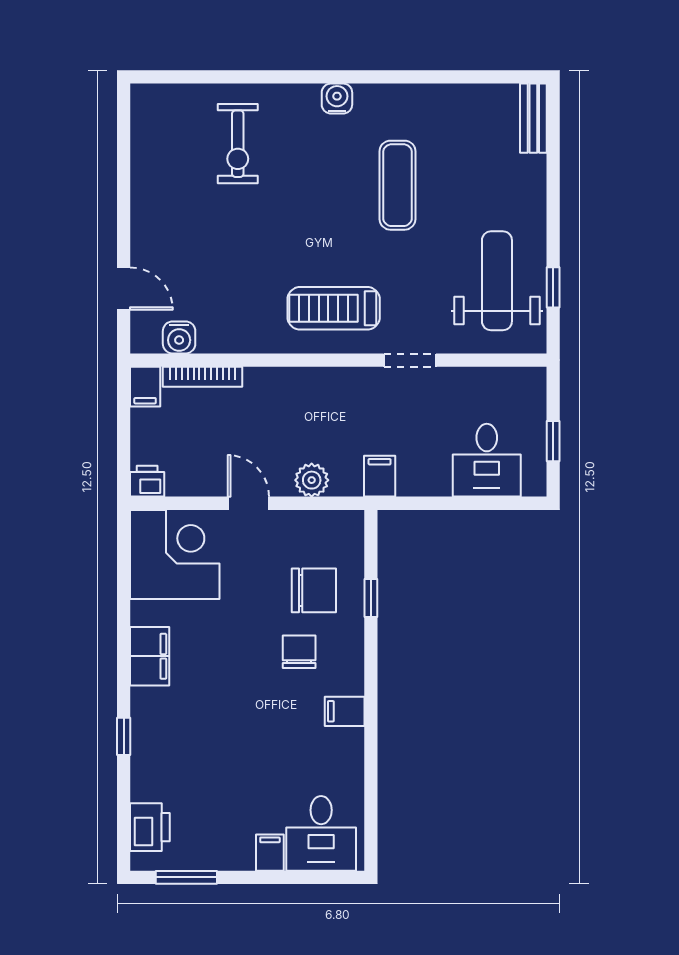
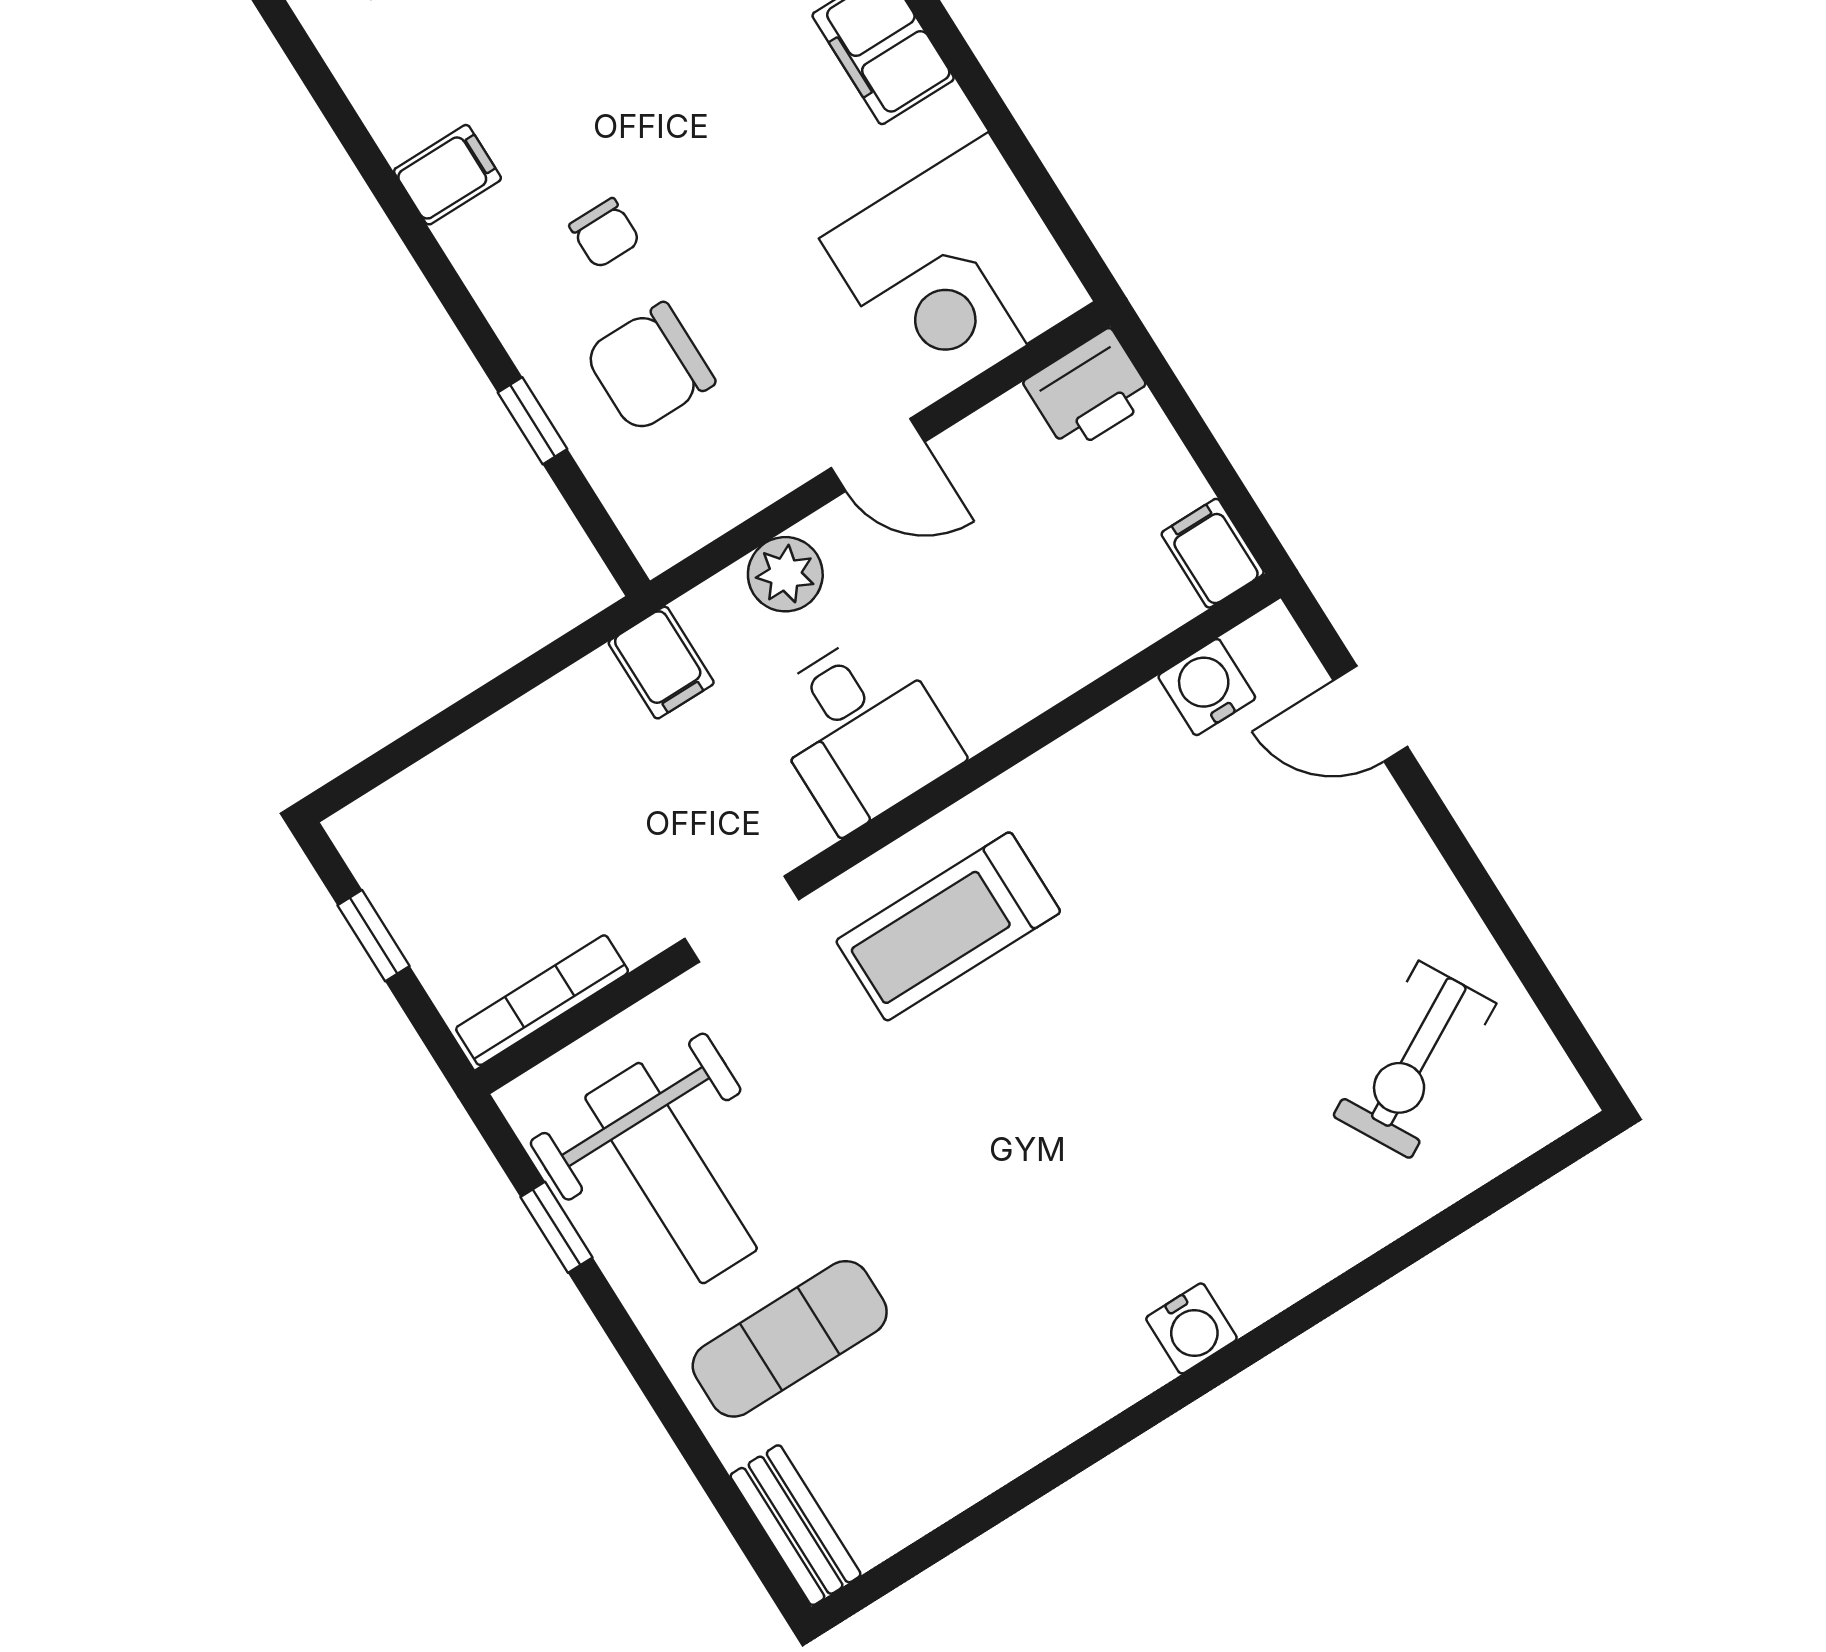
exercise bike: (238, 144) -> (1415, 1060), moved, turned -119
exercise mat: (397, 185) -> (790, 1339), moved, turned 90
treadmill: (334, 308) -> (948, 926), turned 180
bookcase: (202, 377) -> (542, 1000), moved
desk: (487, 460) -> (861, 730), moved, turned 180
printer: (147, 481) -> (1089, 391), width x1.36, depth x1.24
chair: (299, 652) -> (605, 233), width x0.73, depth x0.73

